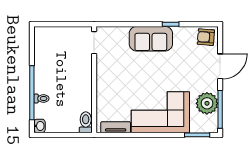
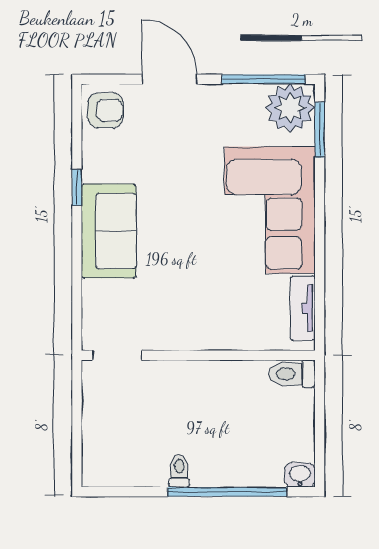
armchair: (206, 37) -> (105, 110), turned -95
toilet: (41, 99) -> (179, 471), moved
plant: (207, 103) -> (290, 108), moved

